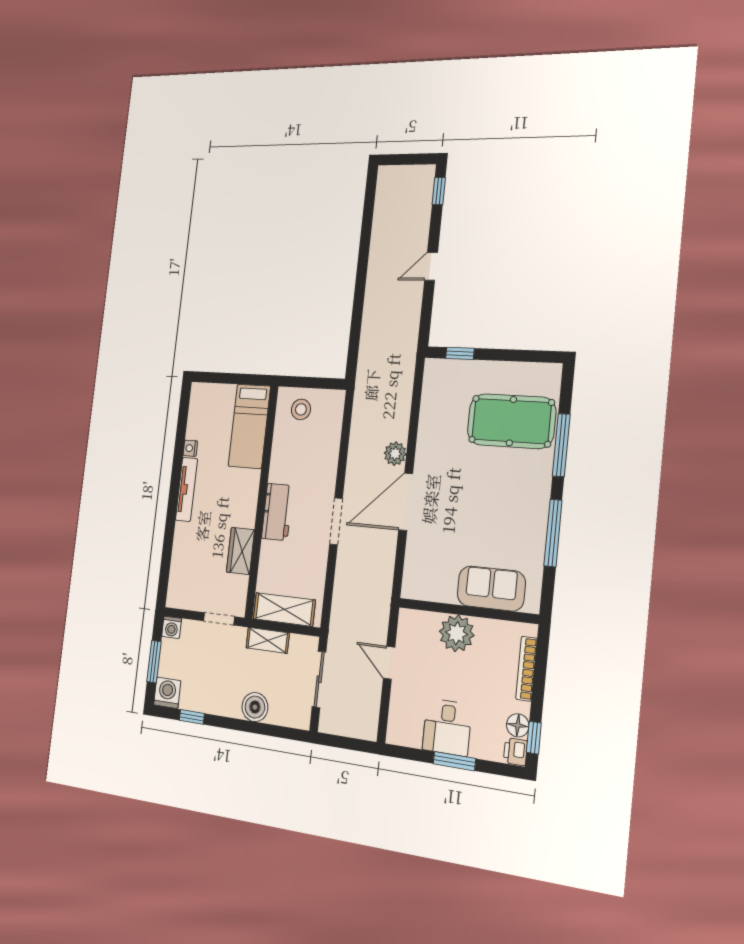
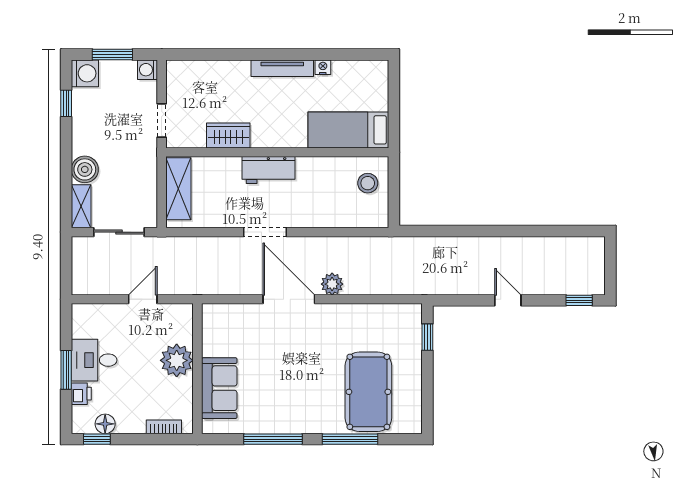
shelving: (268, 640) -> (81, 206), moved
bookcase: (526, 669) -> (164, 427), width x0.64
printer: (515, 752) -> (81, 394), moved, turned 90

